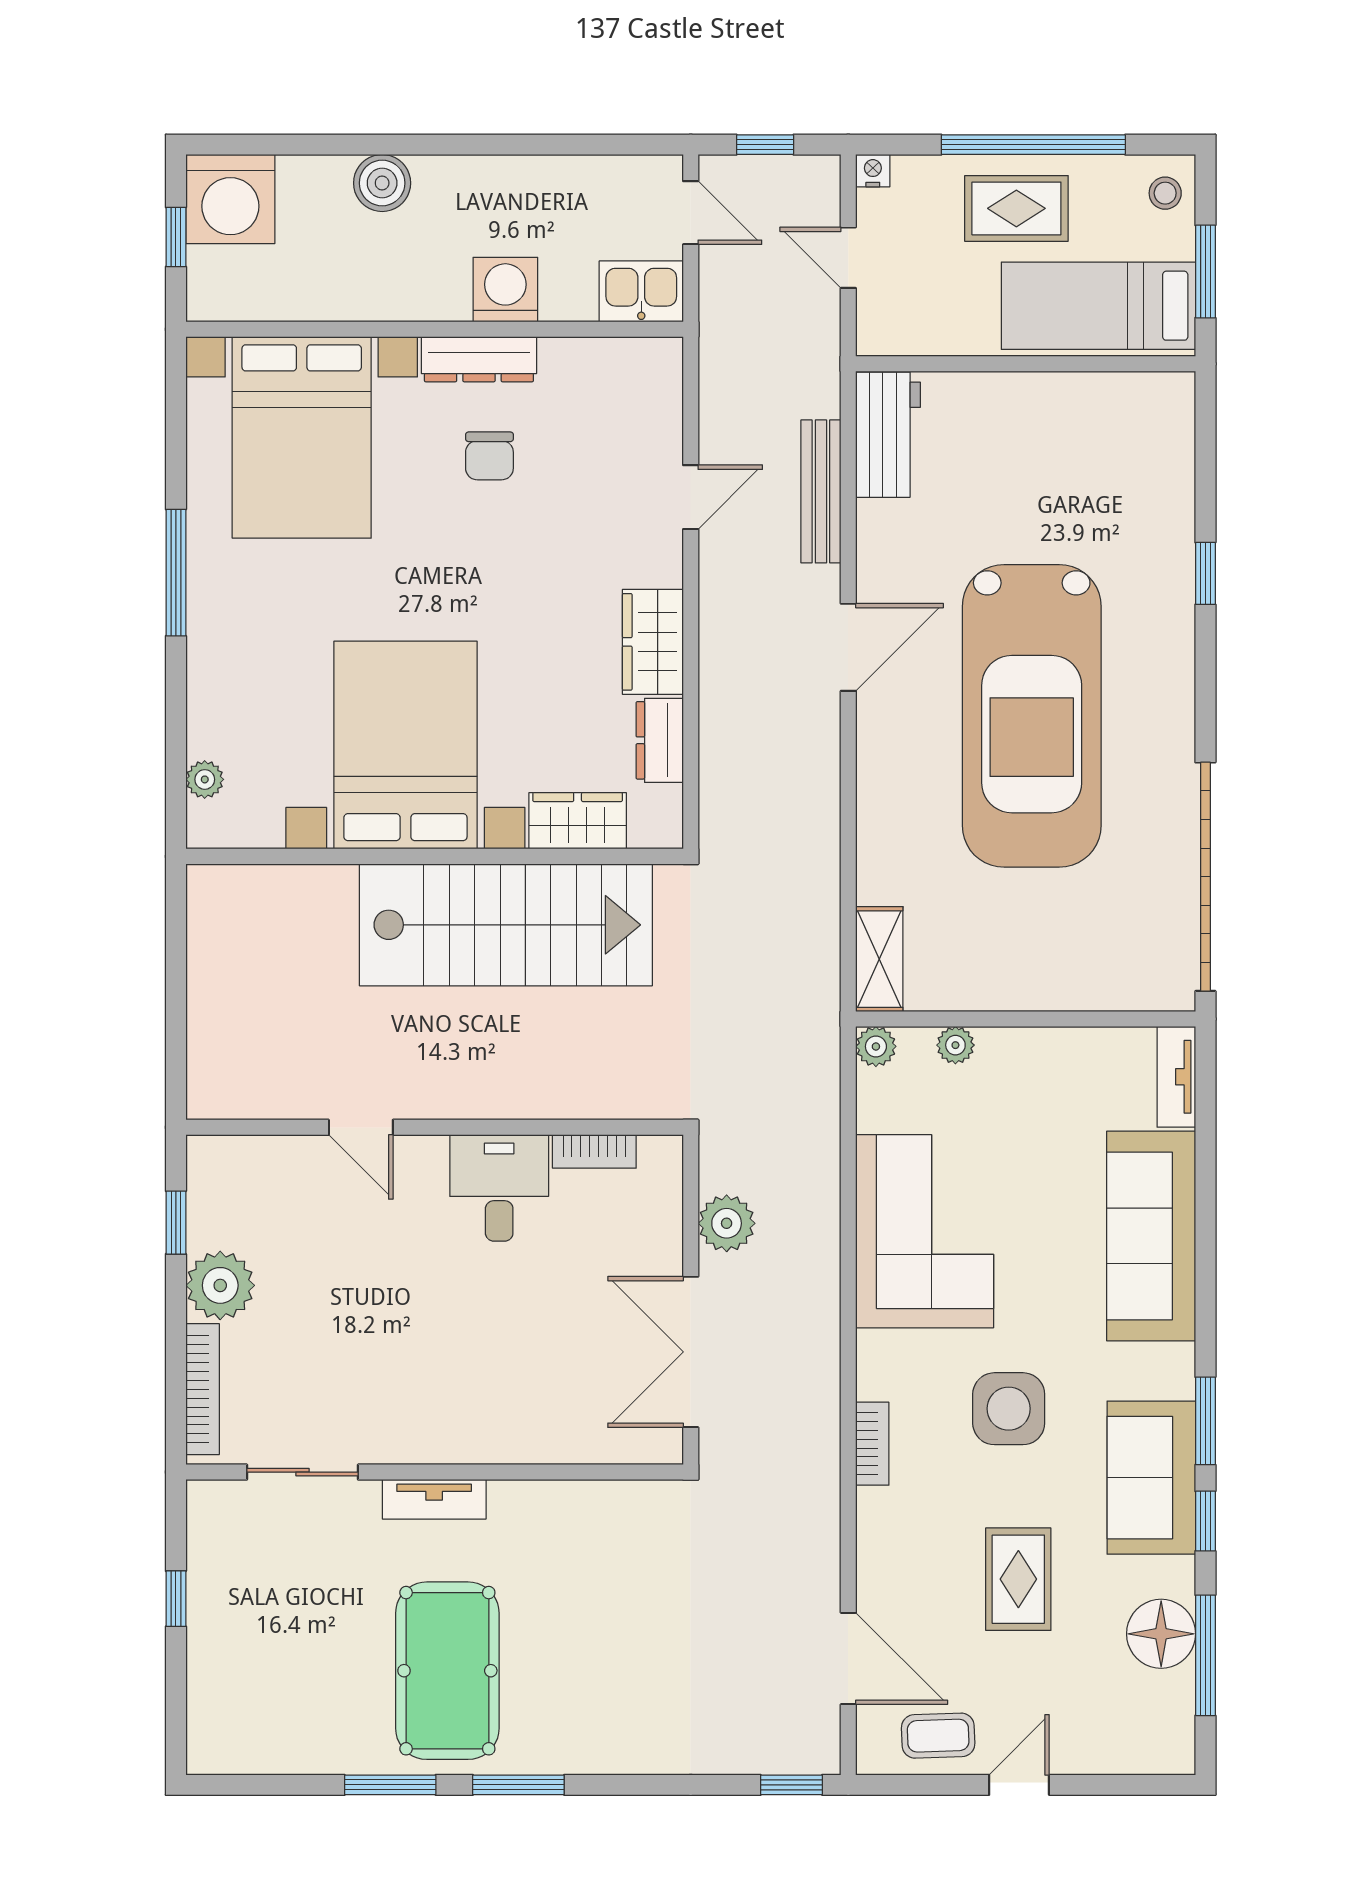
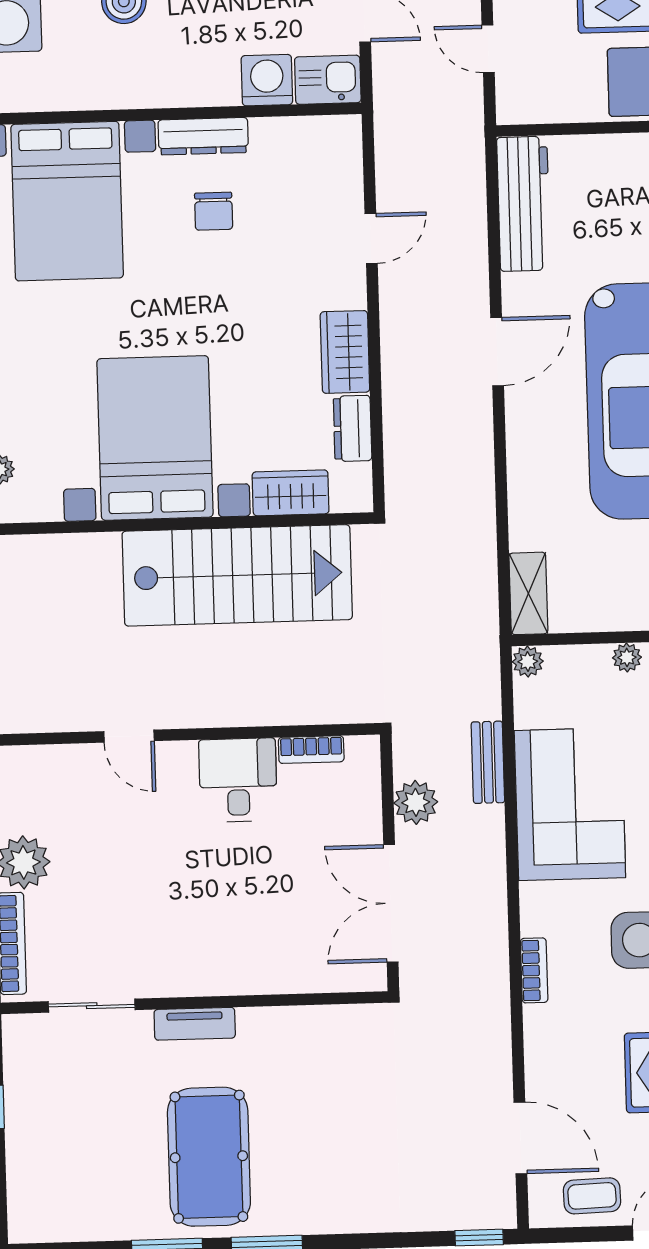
washing machine: (505, 290) -> (267, 80), moved
workbench: (888, 435) -> (524, 204), width x1.38
bench: (821, 491) -> (488, 762), moved, width x0.73
plant: (955, 1045) -> (627, 657), moved

